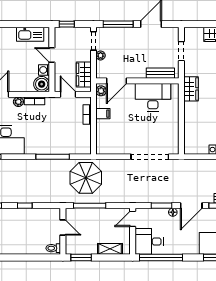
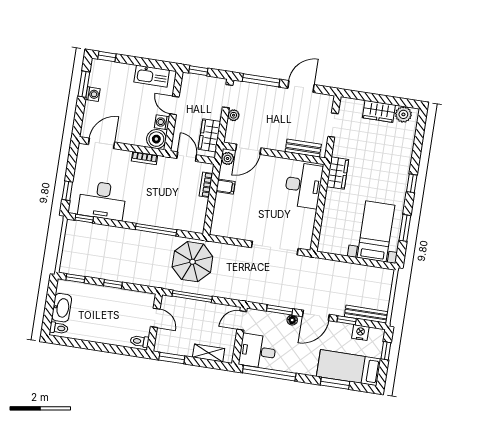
desk: (153, 97) -> (303, 185), moved, turned 90
plant: (18, 102) -> (125, 156), removed

